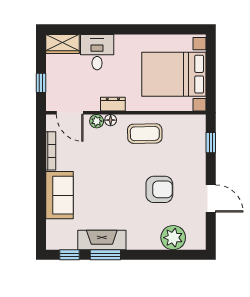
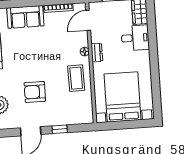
plant: (97, 121) -> (83, 41), removed
window: (211, 143) -> (60, 129), moved
armchair: (159, 189) -> (35, 92), turned 90

